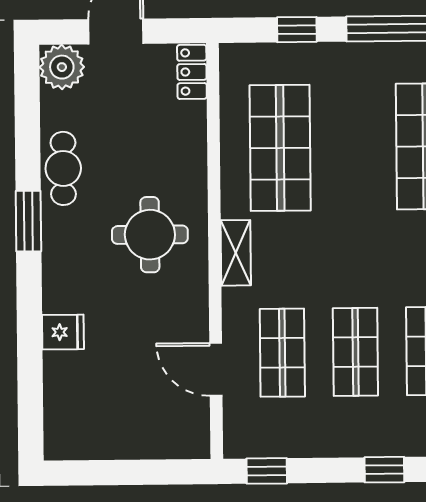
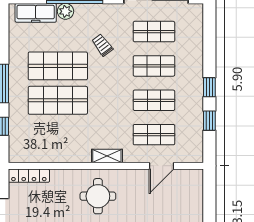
locker: (192, 72) -> (29, 176), width x1.53
shop shelf: (280, 148) -> (58, 100), moved
window: (267, 471) -> (209, 121), moved

